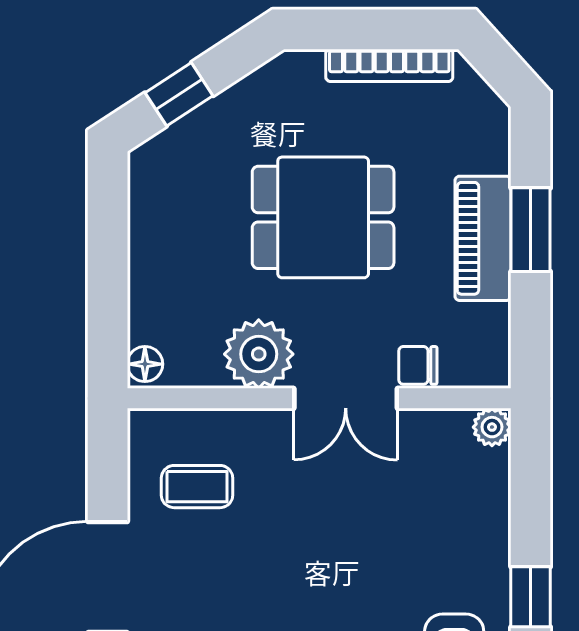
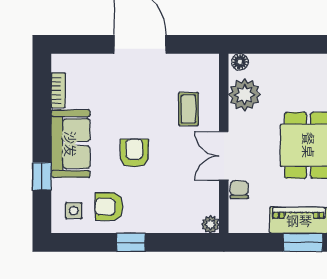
plant: (259, 354) -> (245, 95), moved
coffee table: (197, 487) -> (188, 109), moved
armchair: (340, 590) -> (134, 153), added

